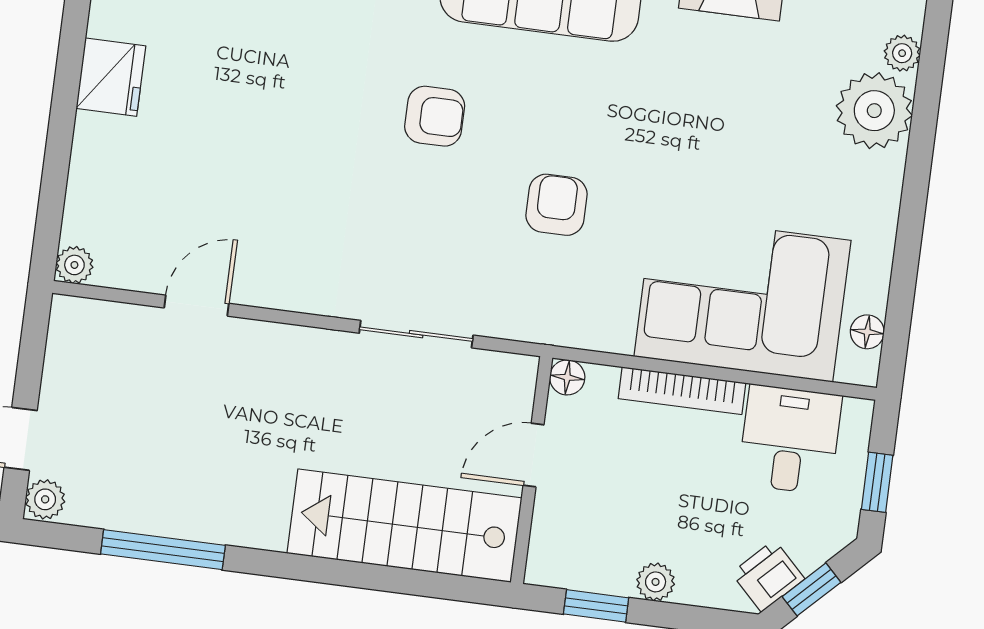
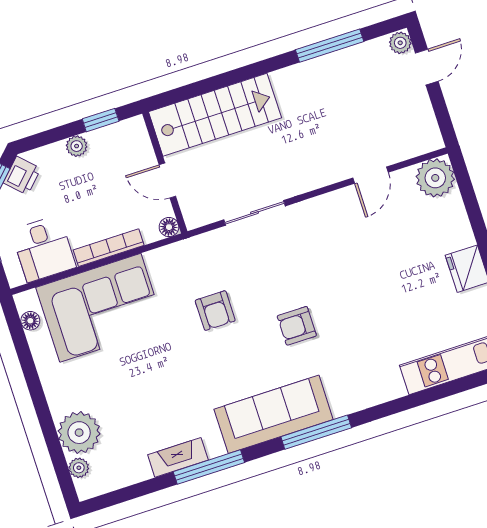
plant: (74, 265) -> (435, 178), width x1.88, depth x1.88
door: (534, 455) -> (167, 180), swing flipped

